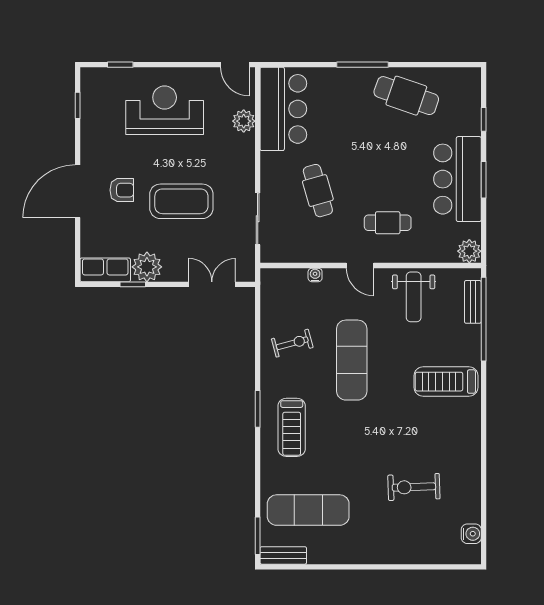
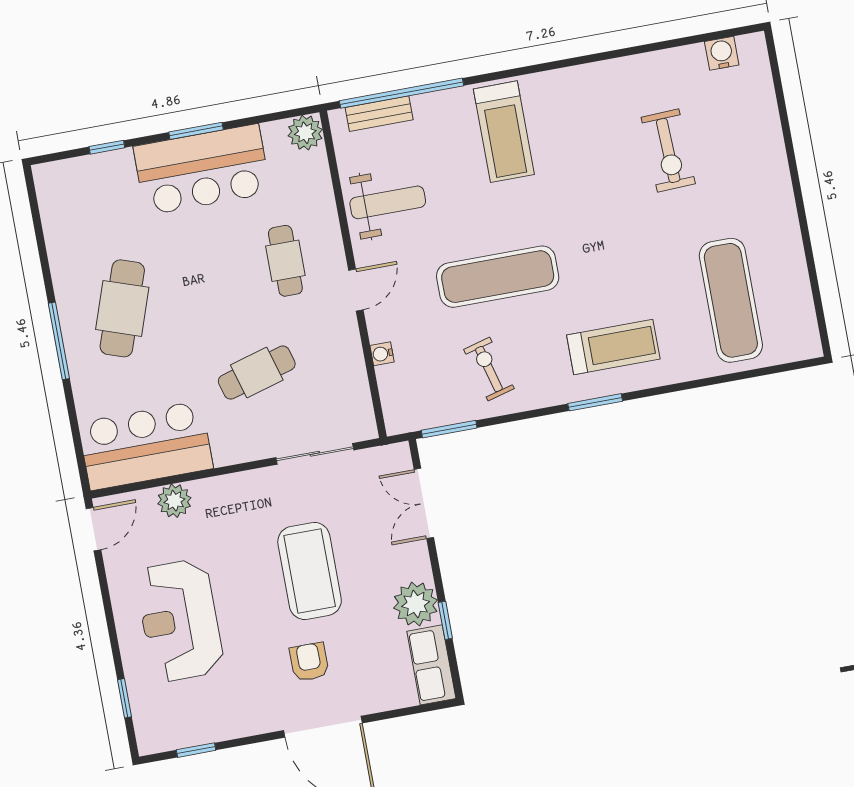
cafe table: (406, 96) -> (122, 308), moved
window: (258, 536) -> (449, 429), moved
bench: (283, 555) -> (805, 325), removed

